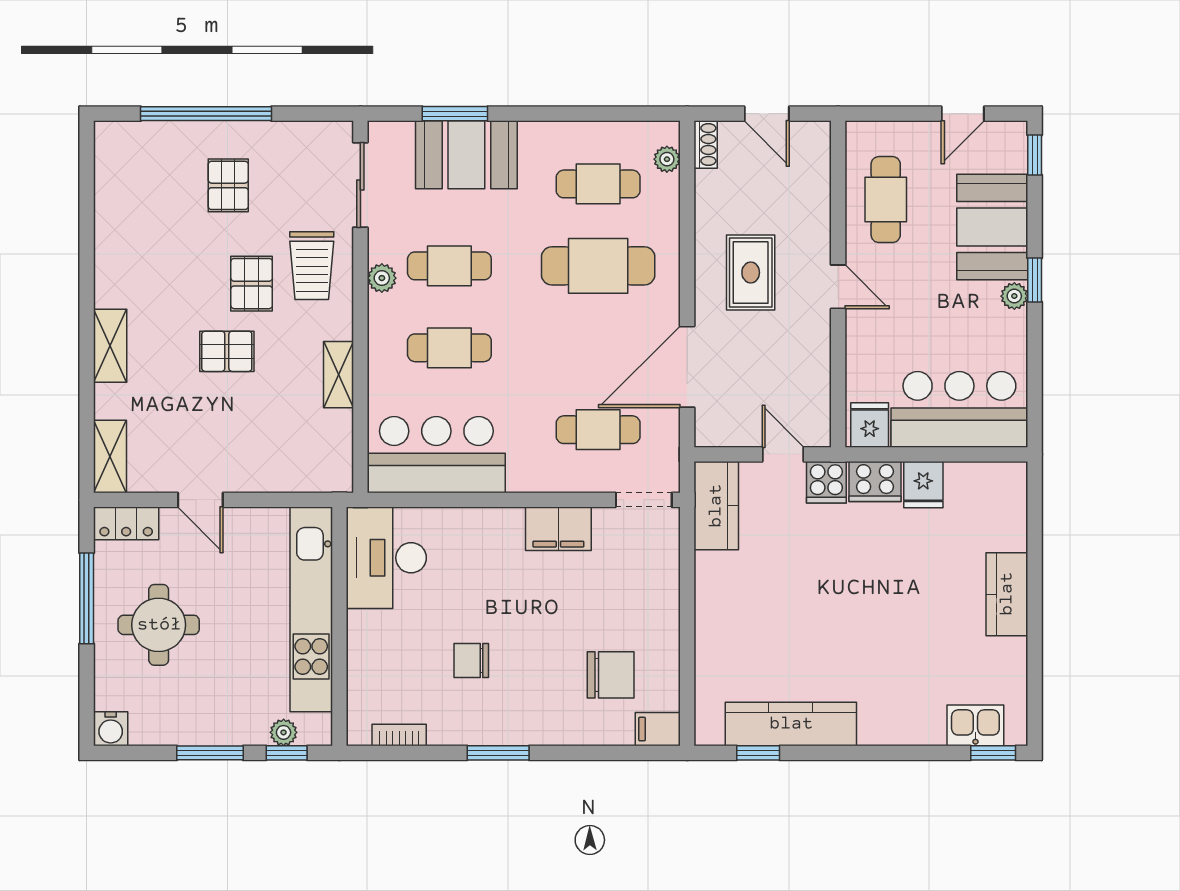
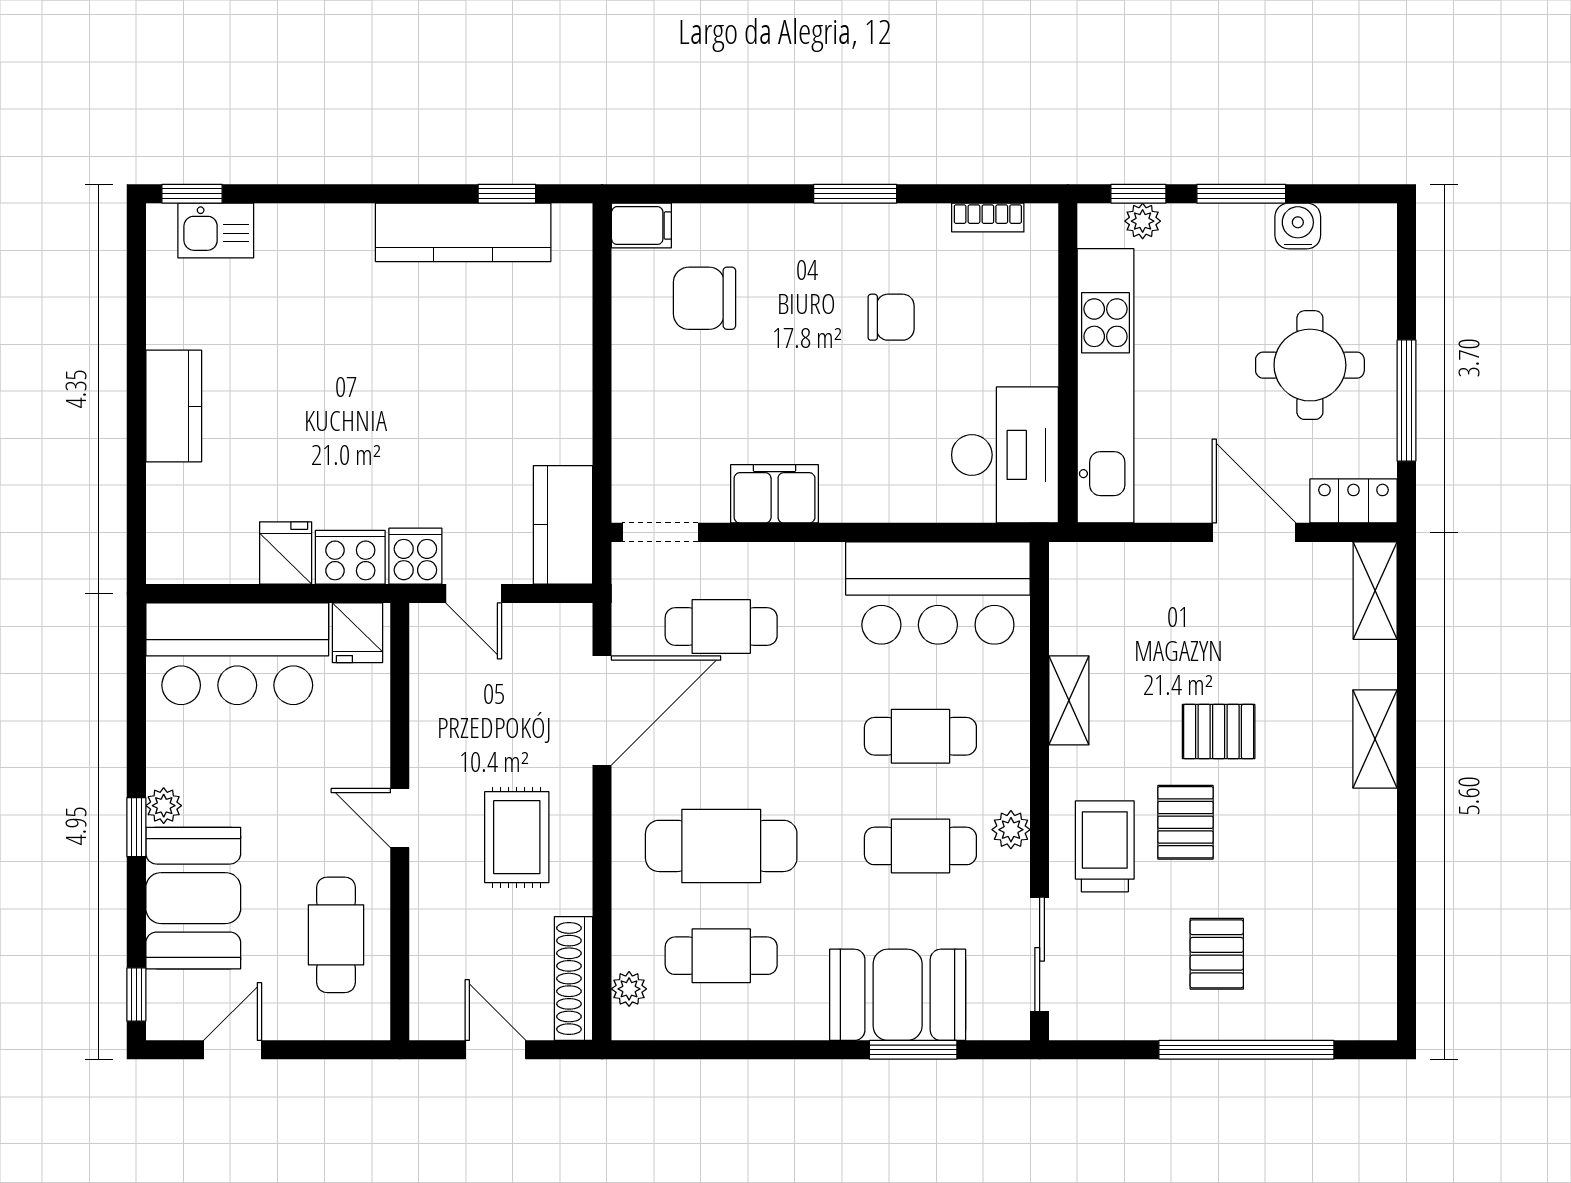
shoe rack: (706, 144) -> (574, 979), width x1.94, depth x1.24
door: (200, 500) -> (1254, 532), width x1.38
water cooler: (111, 729) -> (1298, 226), moved

